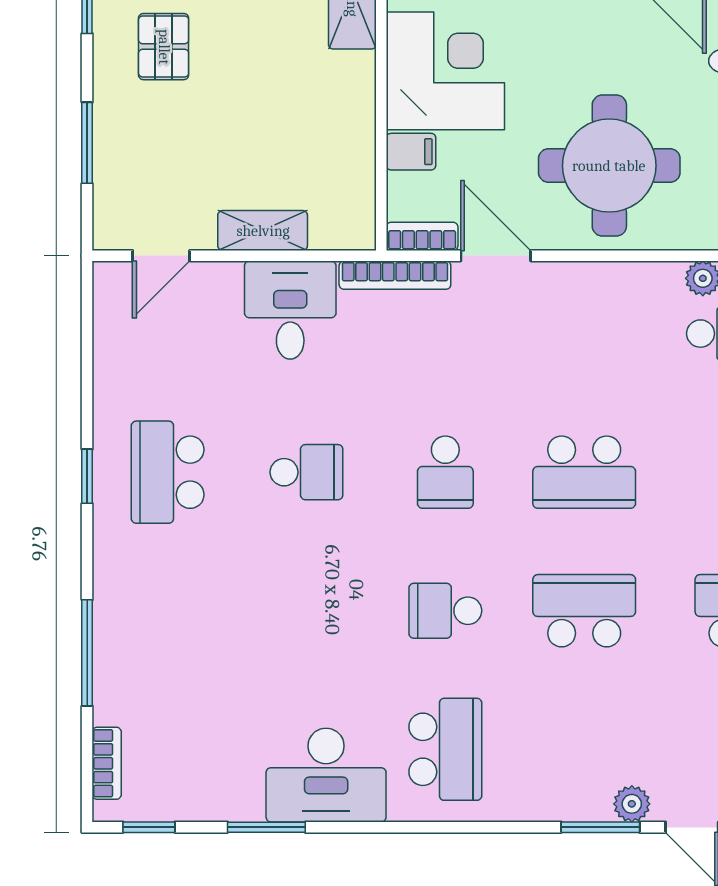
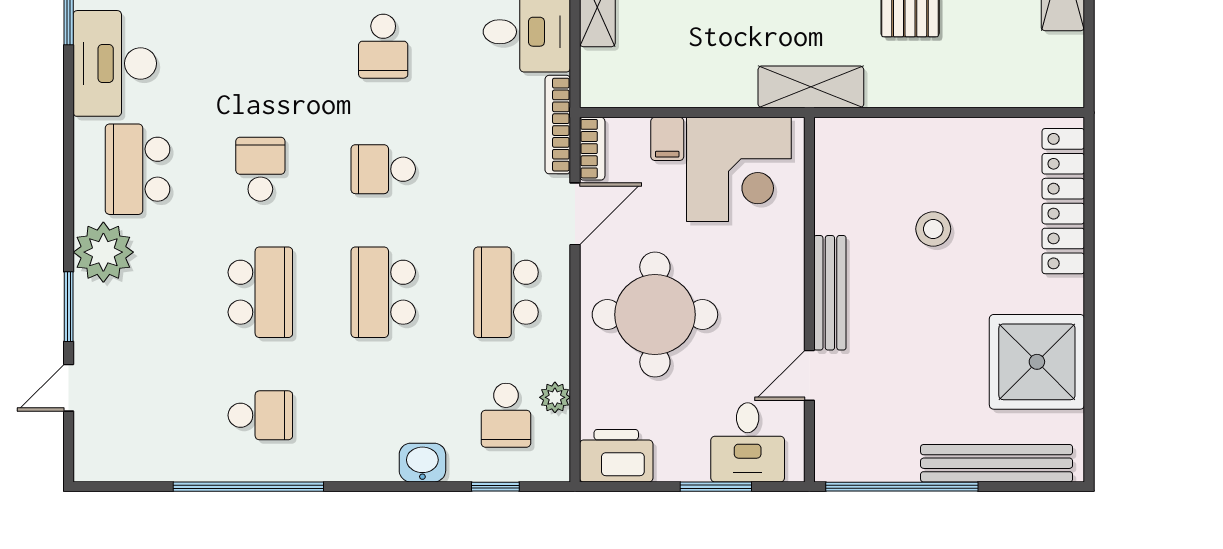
school desk: (584, 334) -> (506, 292), added
school desk: (445, 749) -> (138, 169), turned 90
plant: (632, 804) -> (103, 252), moved, width x1.87, depth x1.87

